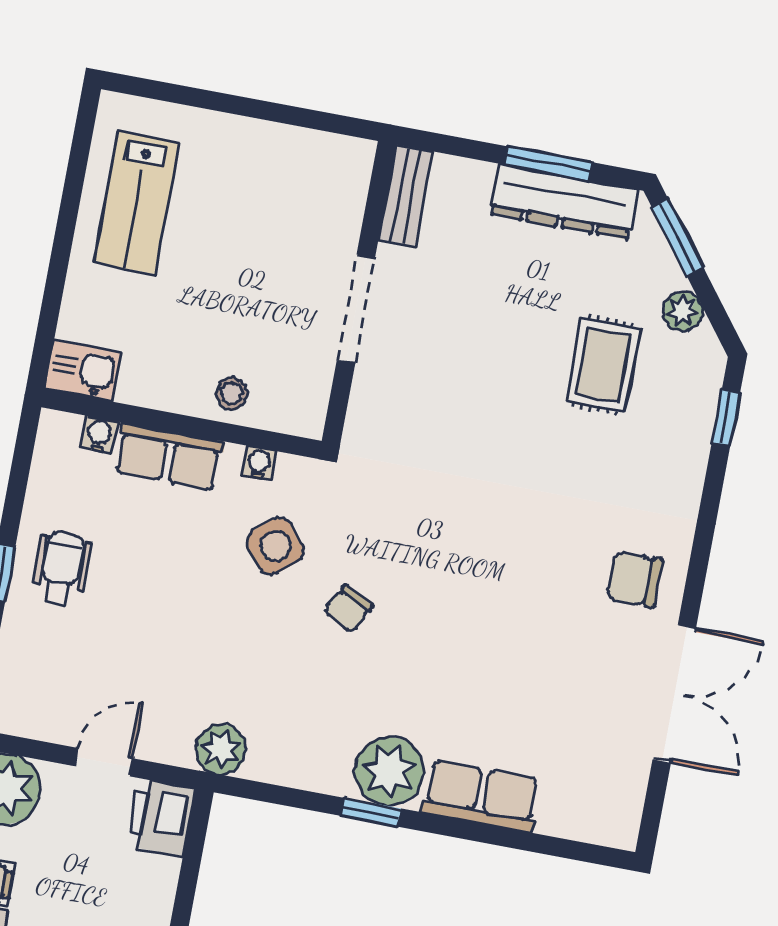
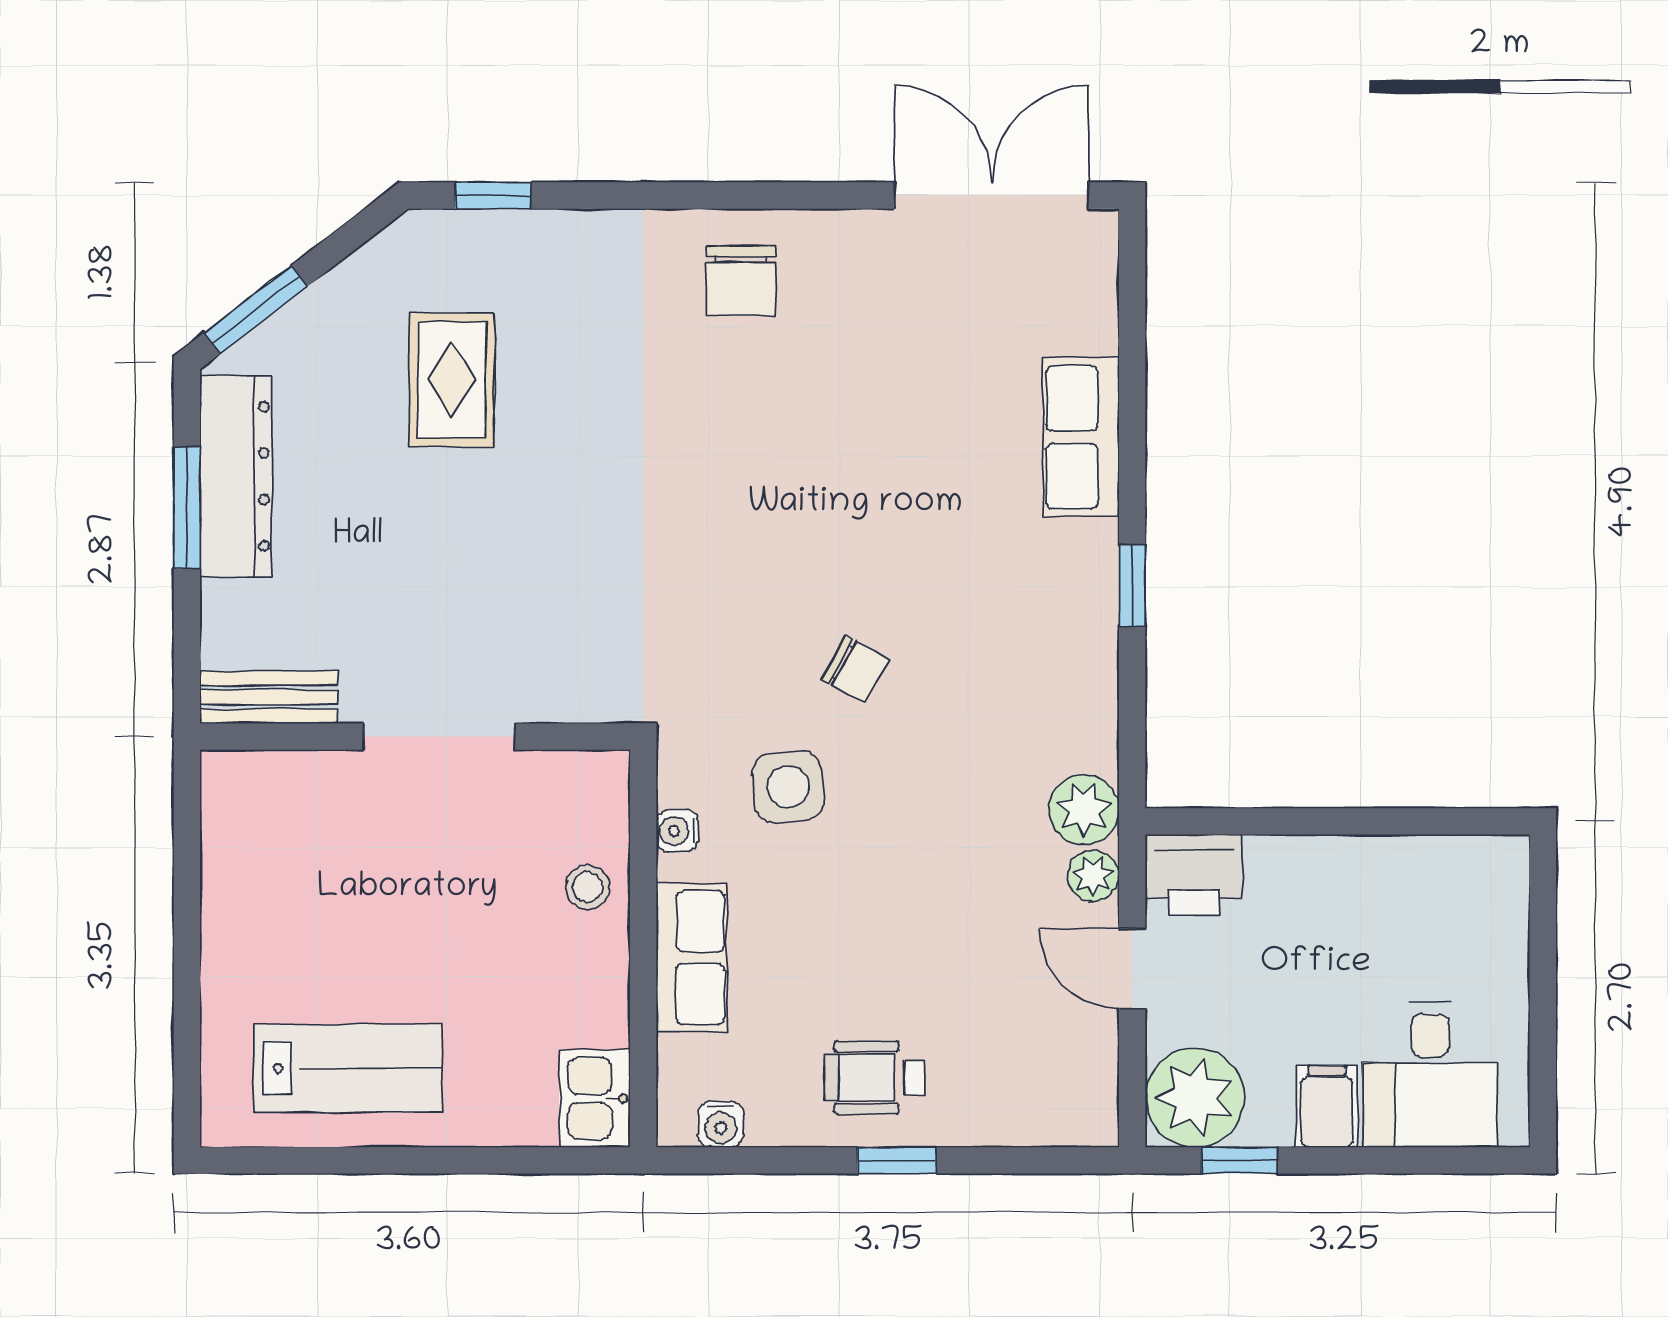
plant: (683, 311) -> (357, 283), removed
rug: (603, 365) -> (452, 380), turned 90
water cooler: (99, 435) -> (721, 1124), moved, turned -90
side table: (275, 546) -> (788, 787), turned 35
double door: (674, 694) -> (992, 195), moved
plant: (389, 771) -> (1093, 876), moved, width x0.53, depth x0.53

